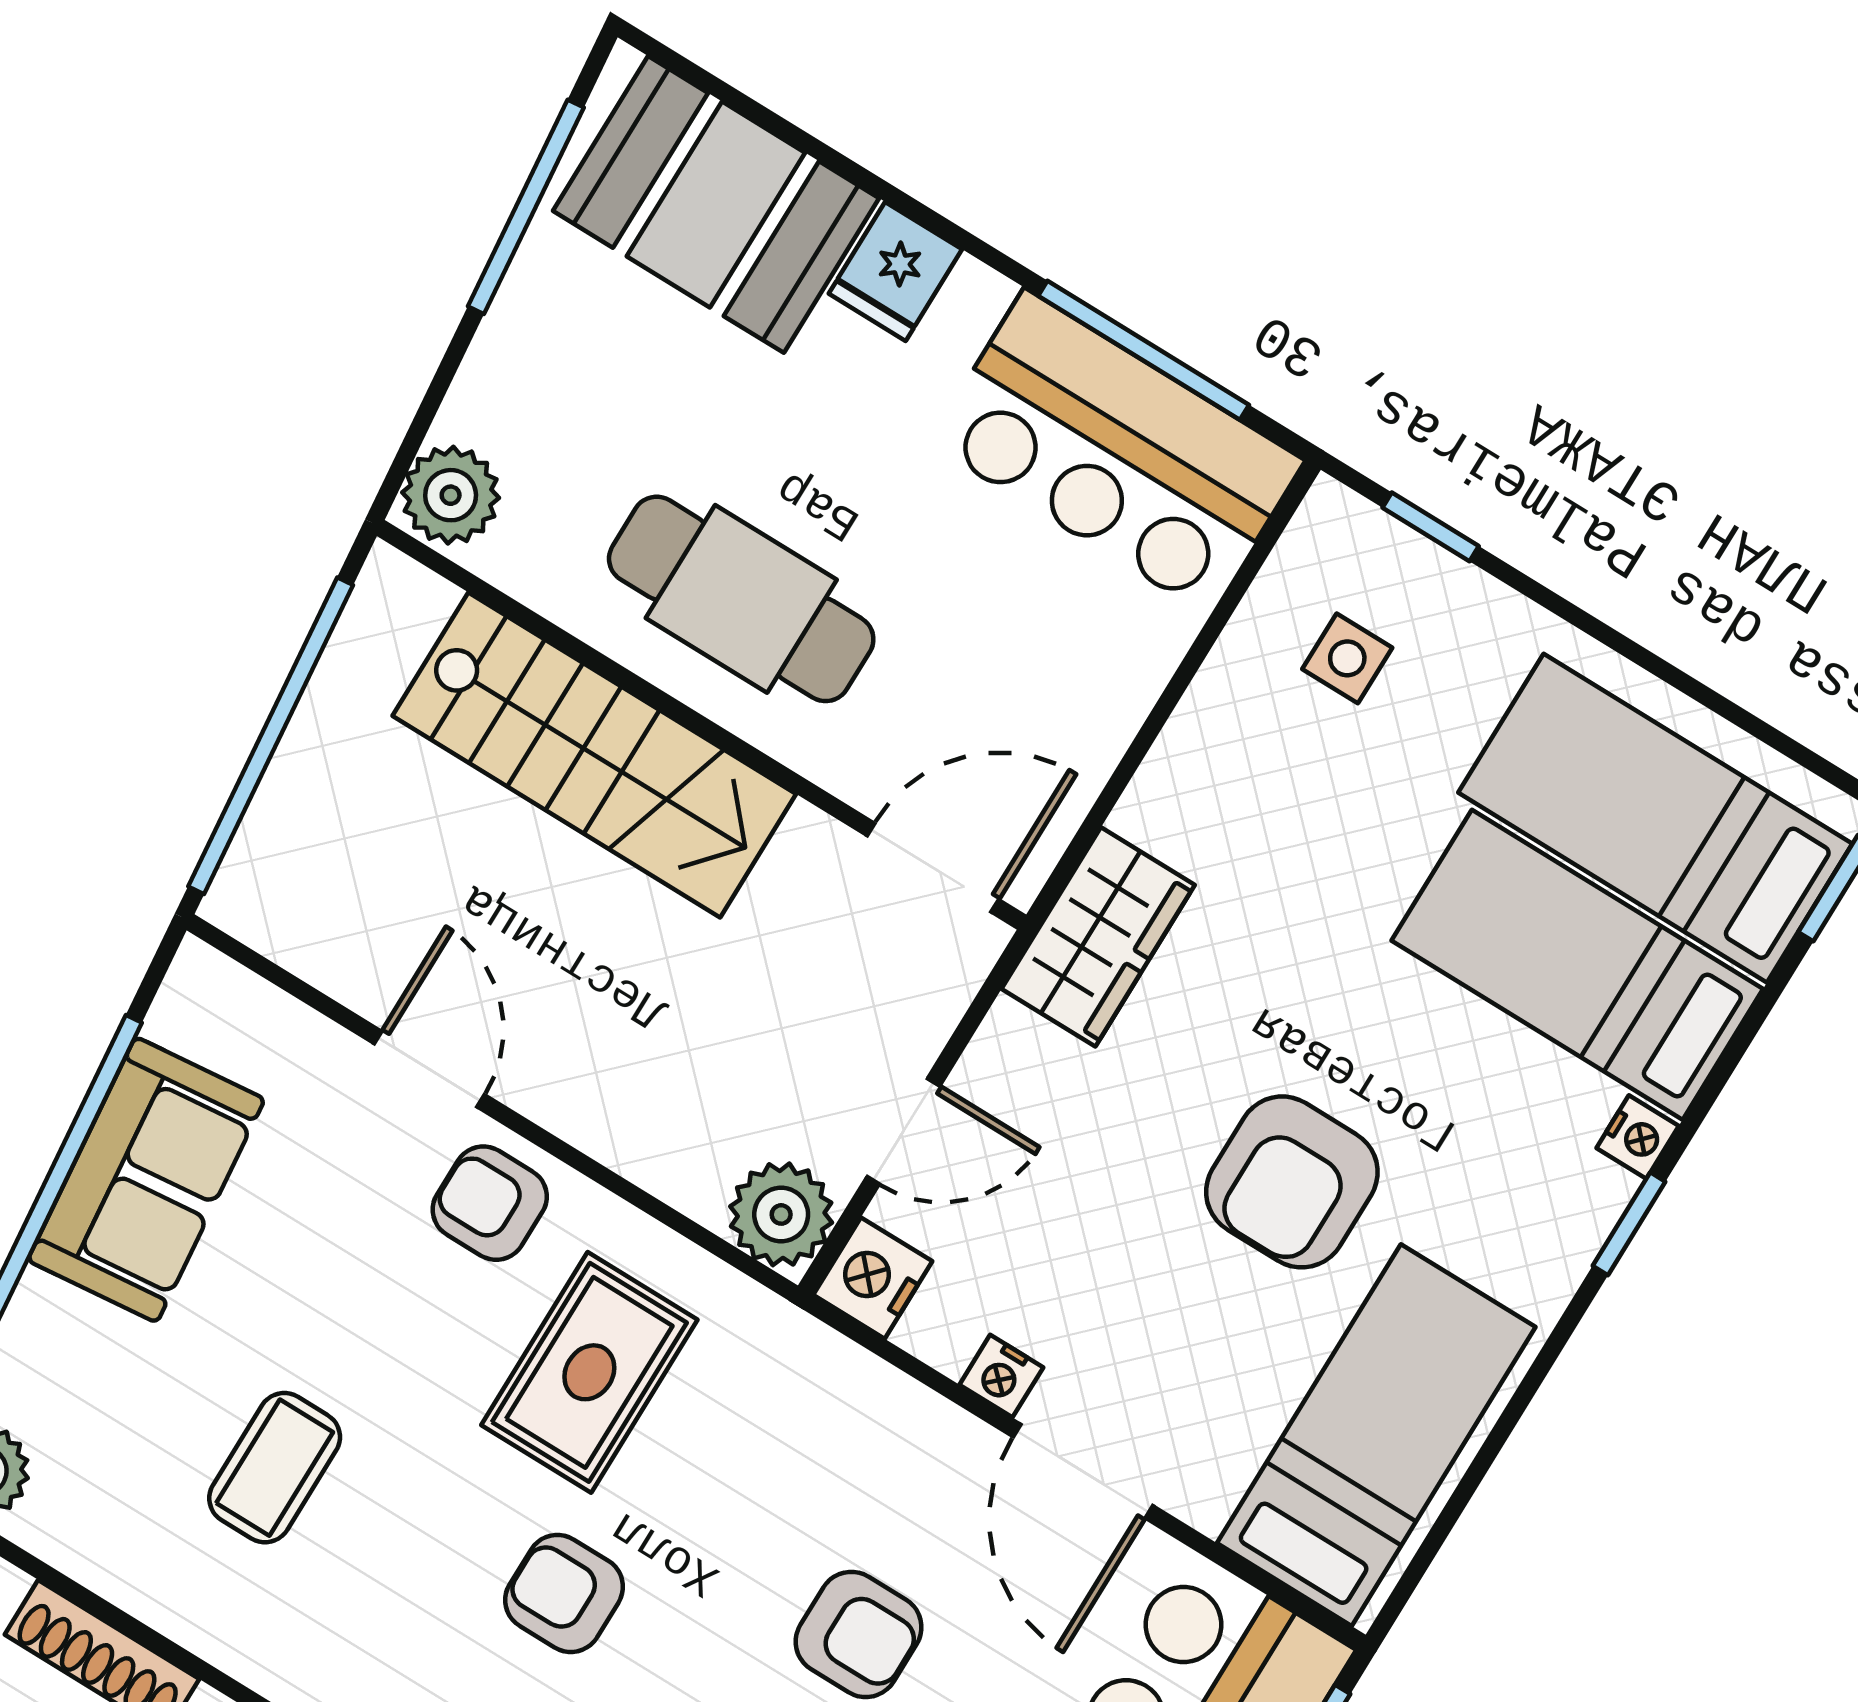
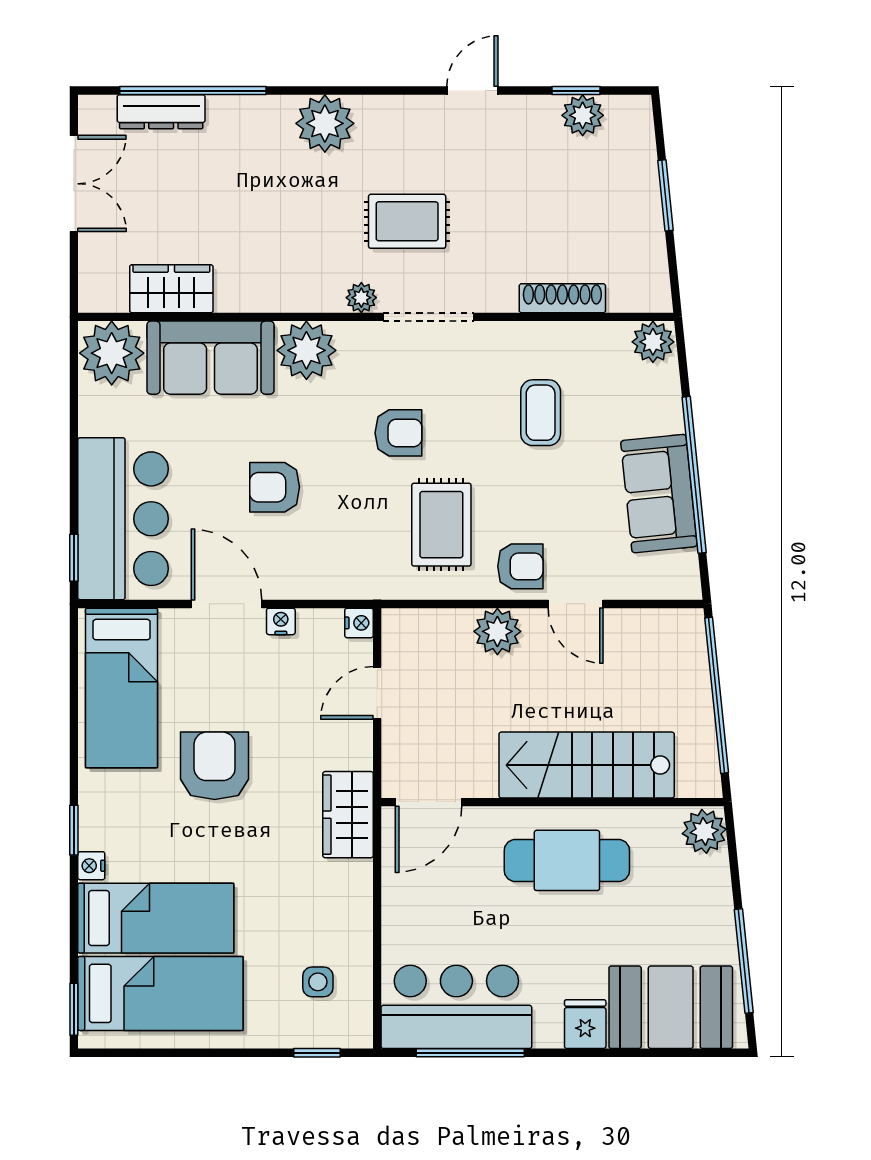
plant: (781, 1214) -> (497, 631), moved
nightstand: (873, 1278) -> (359, 623), width x0.72, depth x0.74

